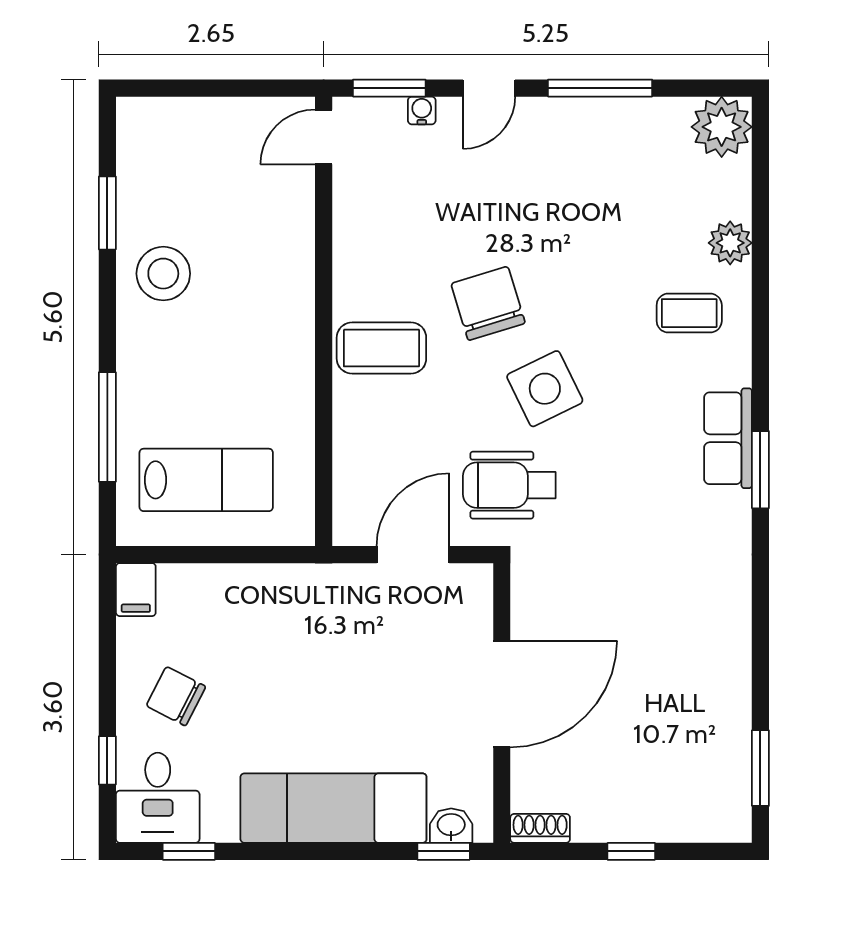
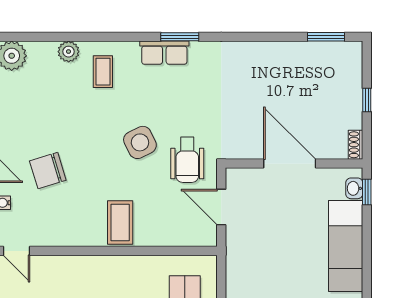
chair: (488, 303) -> (48, 171), moved

